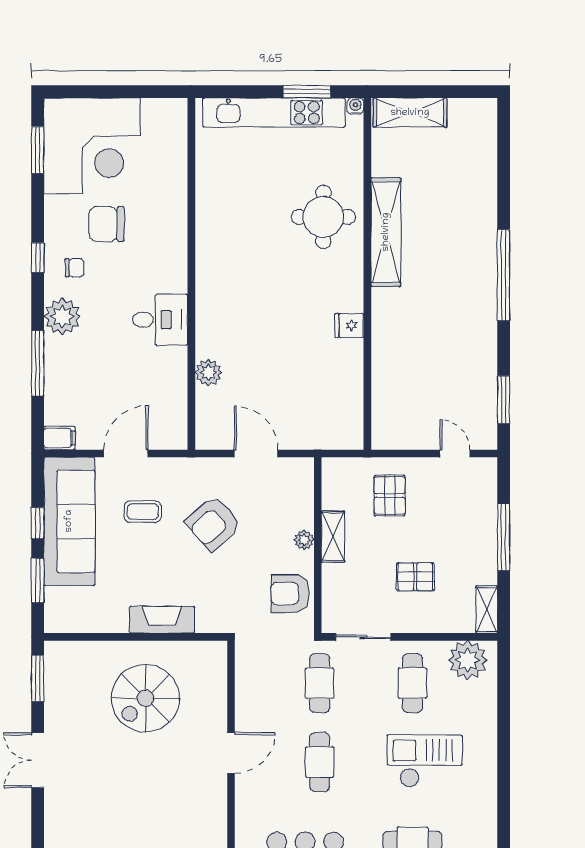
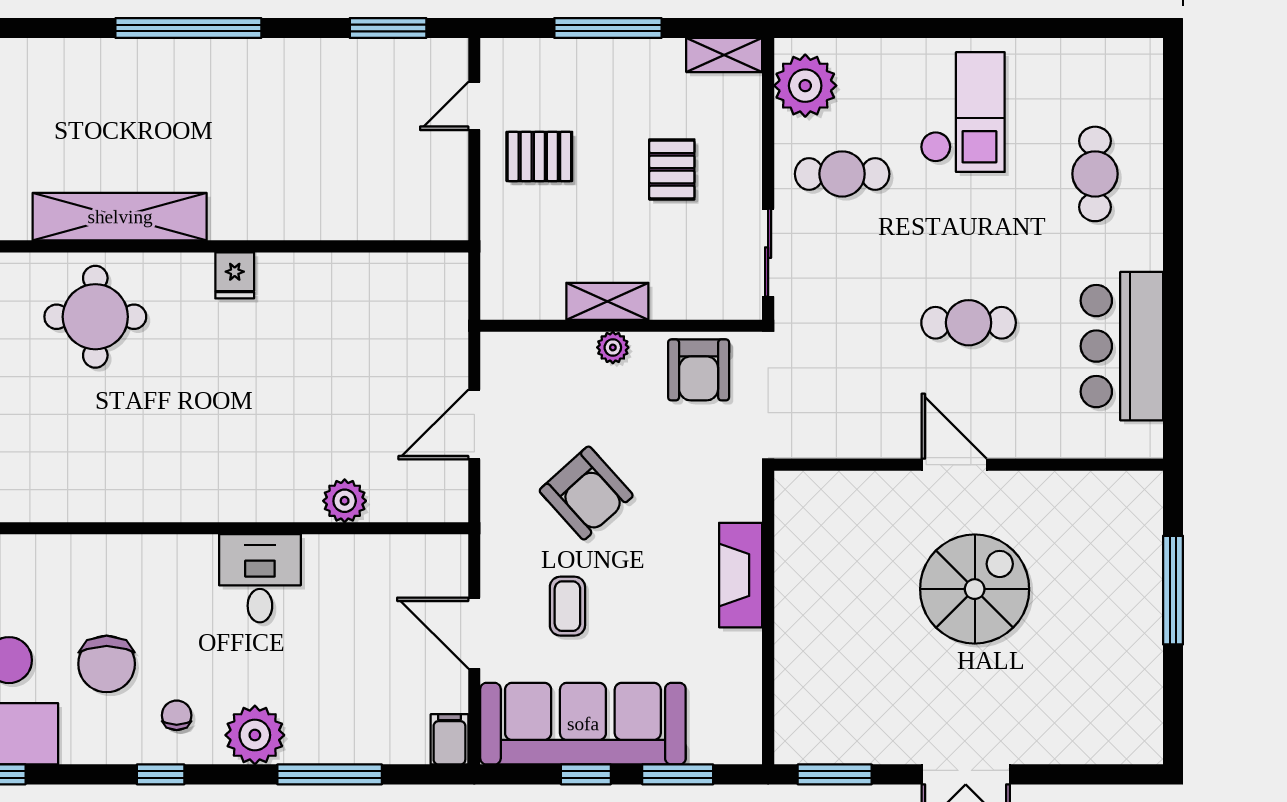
fridge: (349, 325) -> (235, 275), moved
pallet: (390, 495) -> (539, 156), moved
cafe table: (320, 683) -> (842, 323), removed
spiral stairs: (145, 698) -> (975, 589), moved, turned -90
checkout: (425, 761) -> (963, 112), moved, turned 180

